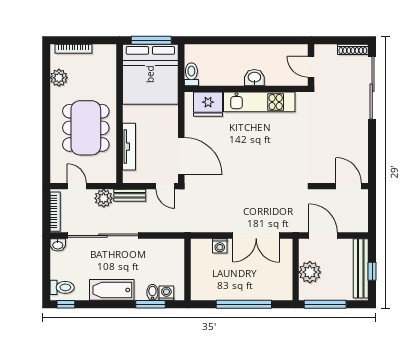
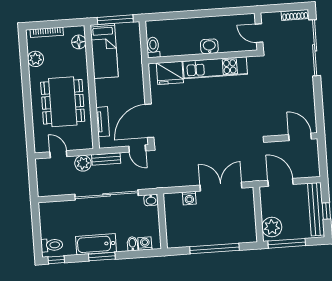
floor lamp: (109, 62) -> (79, 42), added
bed: (150, 74) -> (104, 51), width x0.49
tv unit: (129, 147) -> (103, 122), width x0.71
door: (181, 156) -> (149, 121), swing flipped
bookcase: (55, 212) -> (41, 178), removed
sliding door: (103, 236) -> (107, 195), moved
double door: (256, 236) -> (221, 187), swing flipped
washbasin: (58, 245) -> (151, 200), moved
plant: (310, 272) -> (272, 227), moved
window: (150, 304) -> (102, 257), moved

